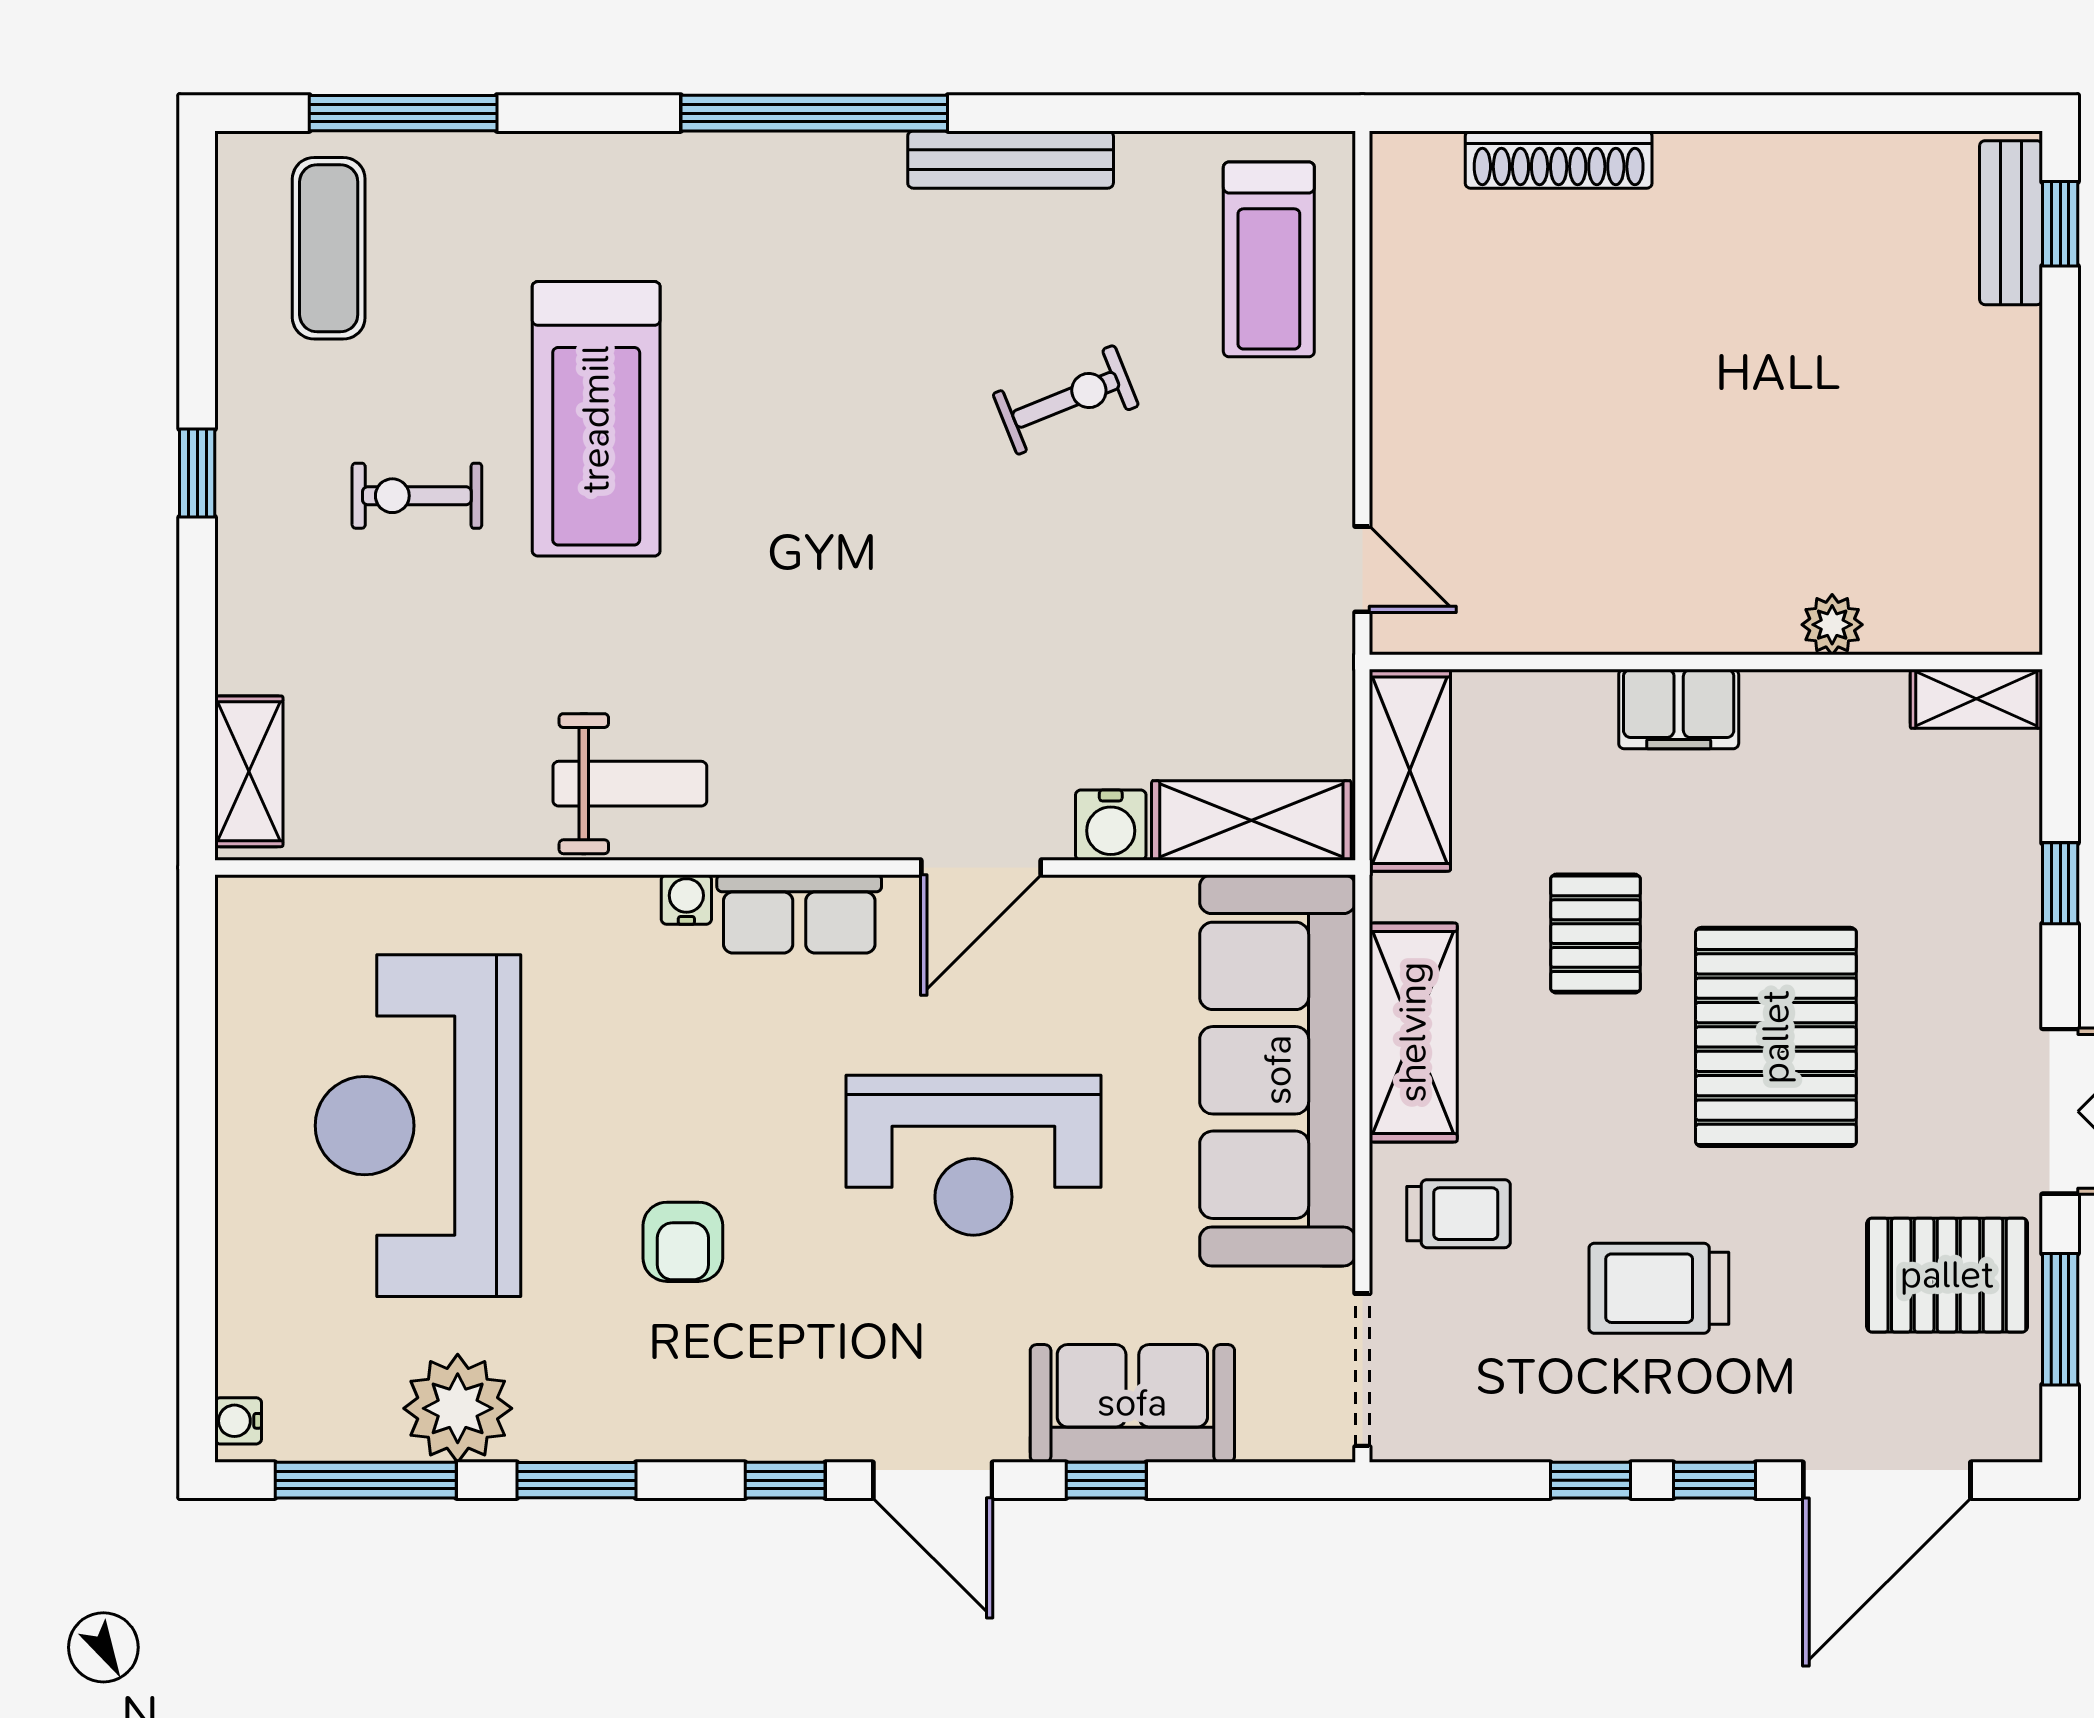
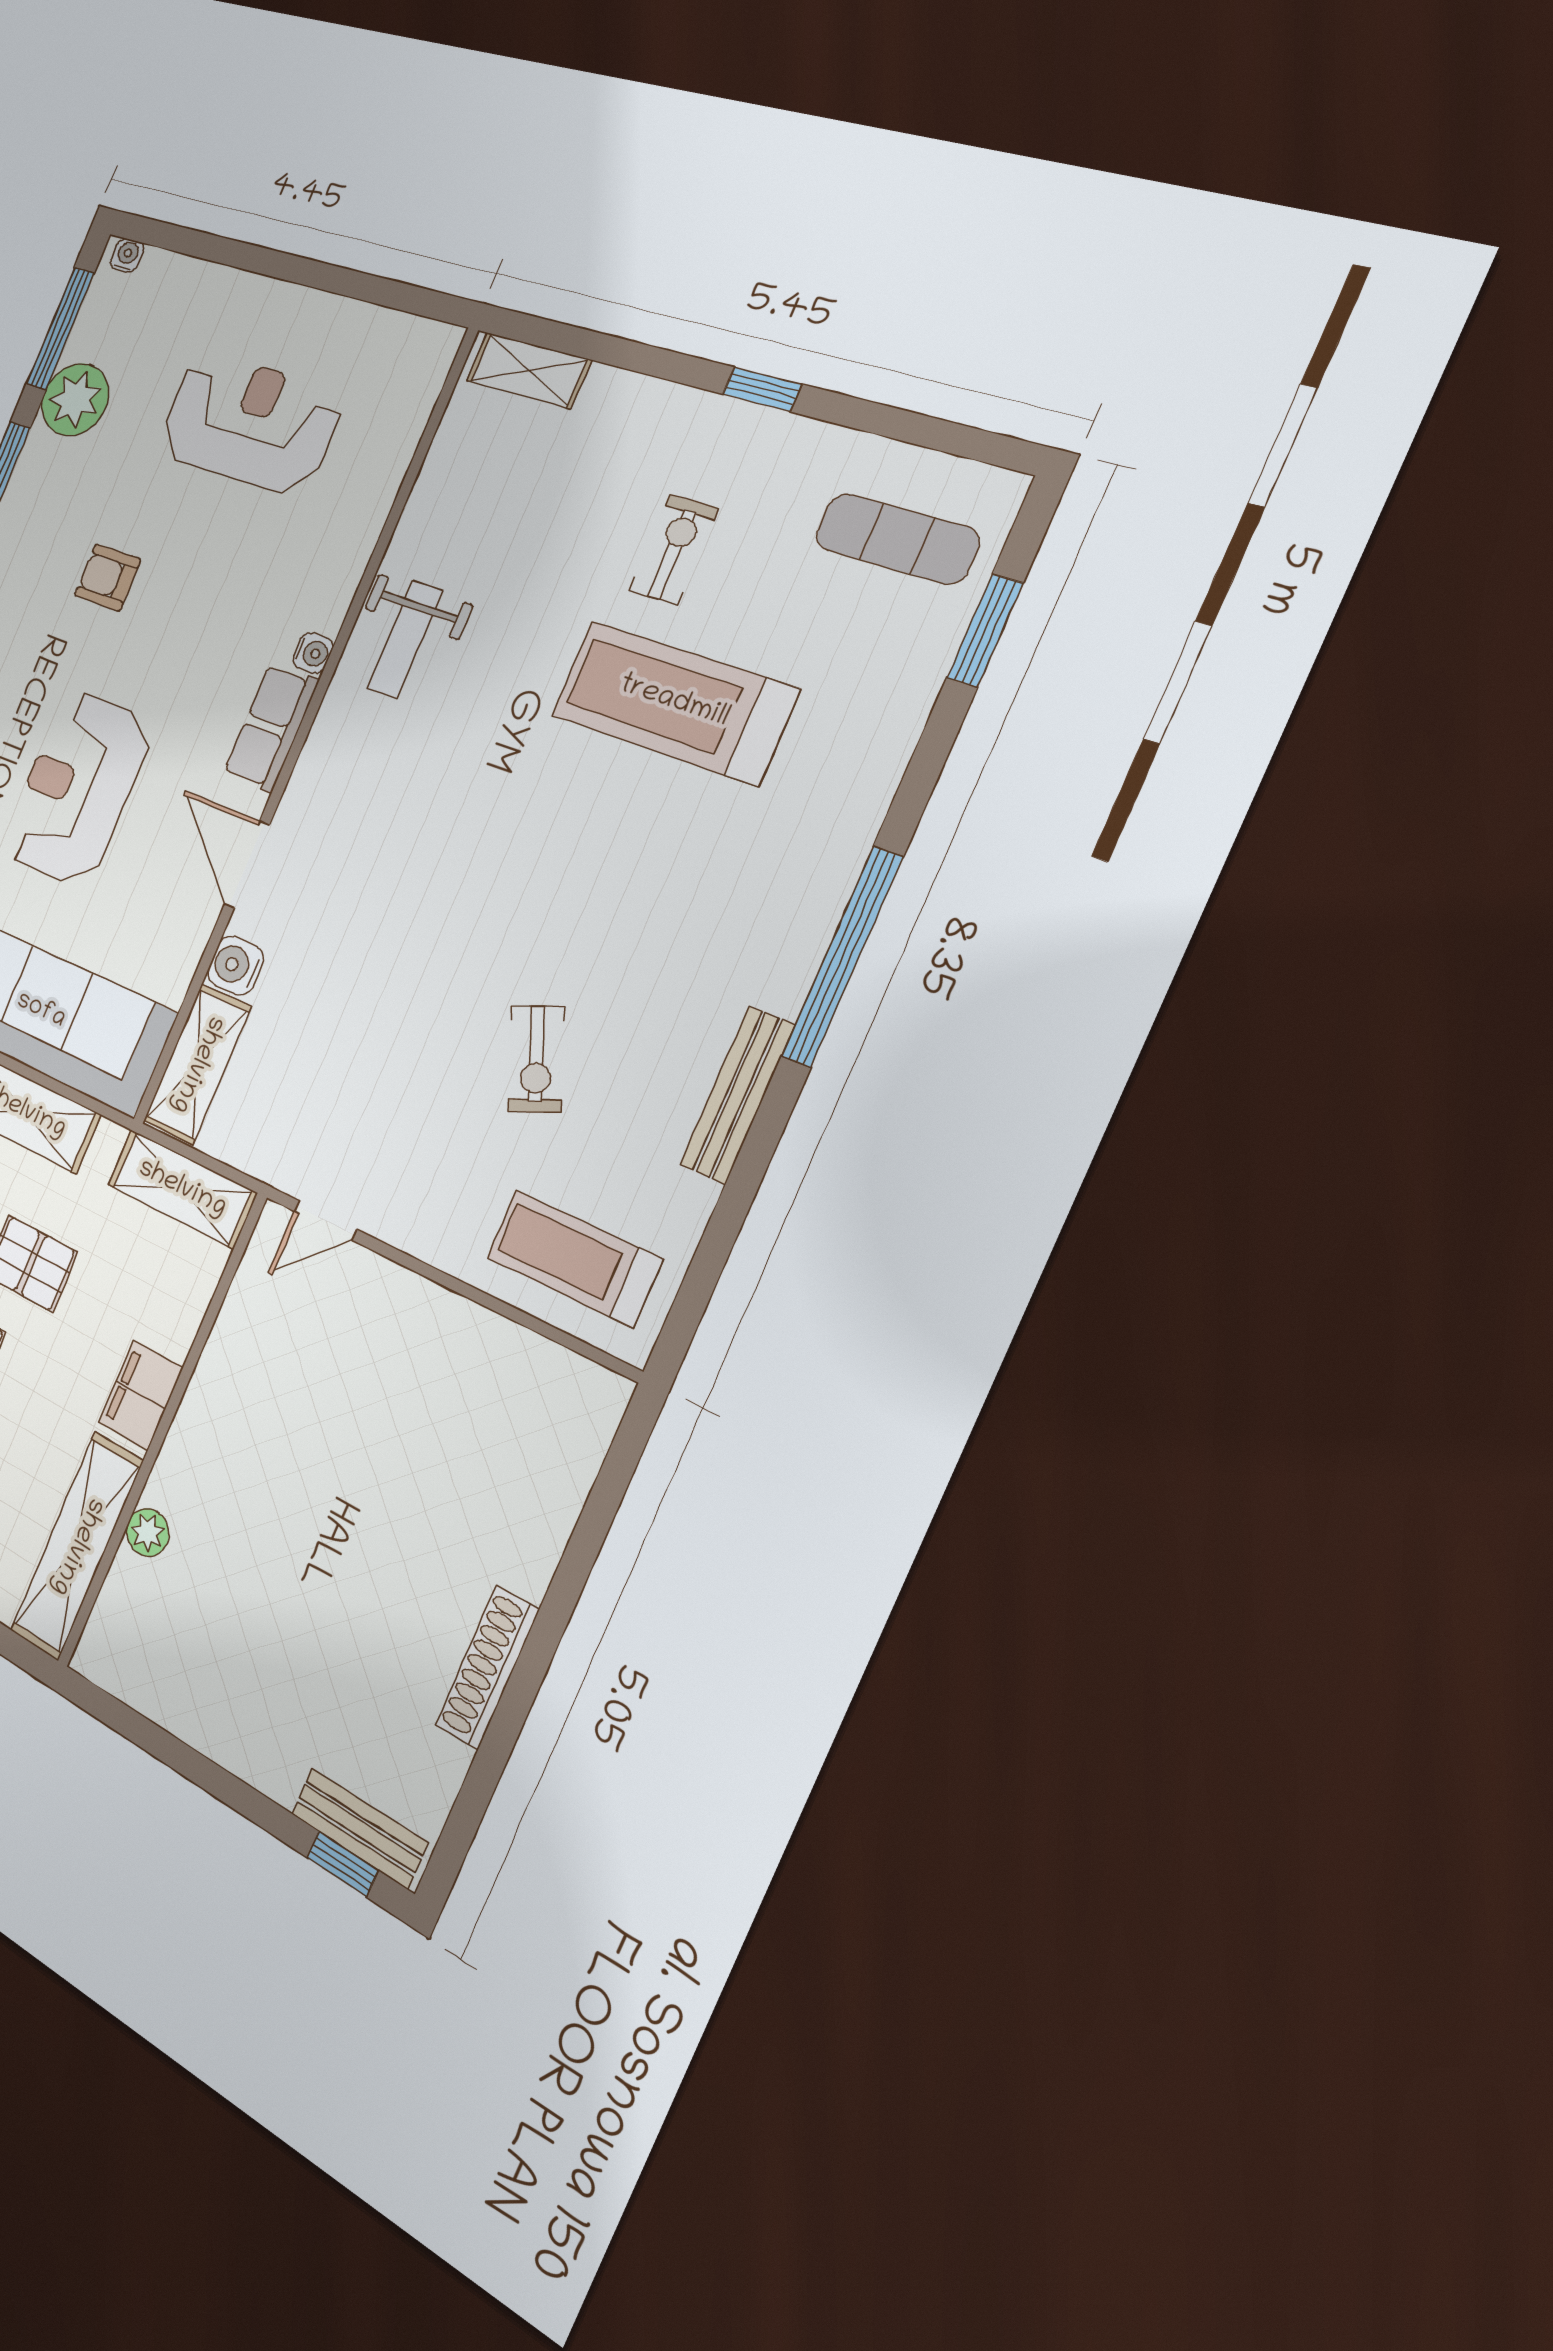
window: (403, 113) -> (985, 631), width x0.69
shoe rack: (1559, 160) -> (487, 1668), moved
shelving: (1976, 699) -> (77, 1546), width x2.20, depth x1.33
reception desk: (418, 1126) -> (250, 423), width x0.74, depth x0.77

